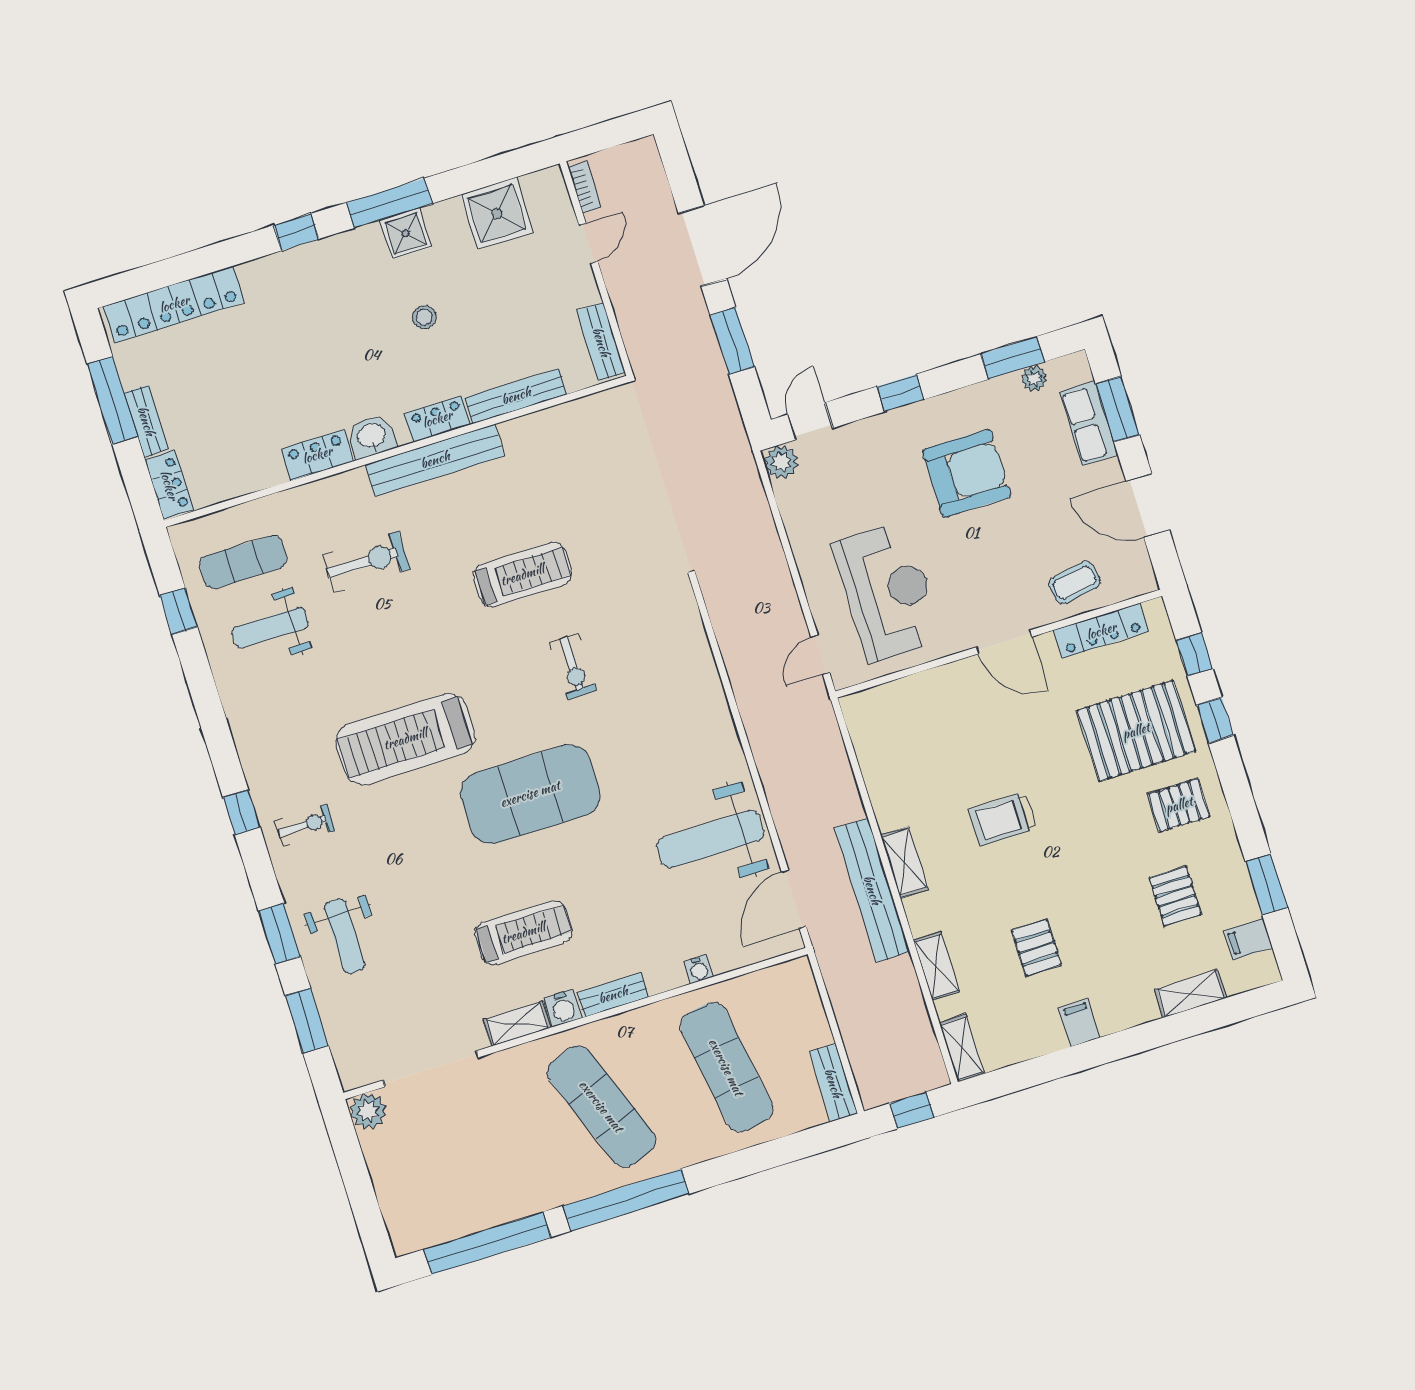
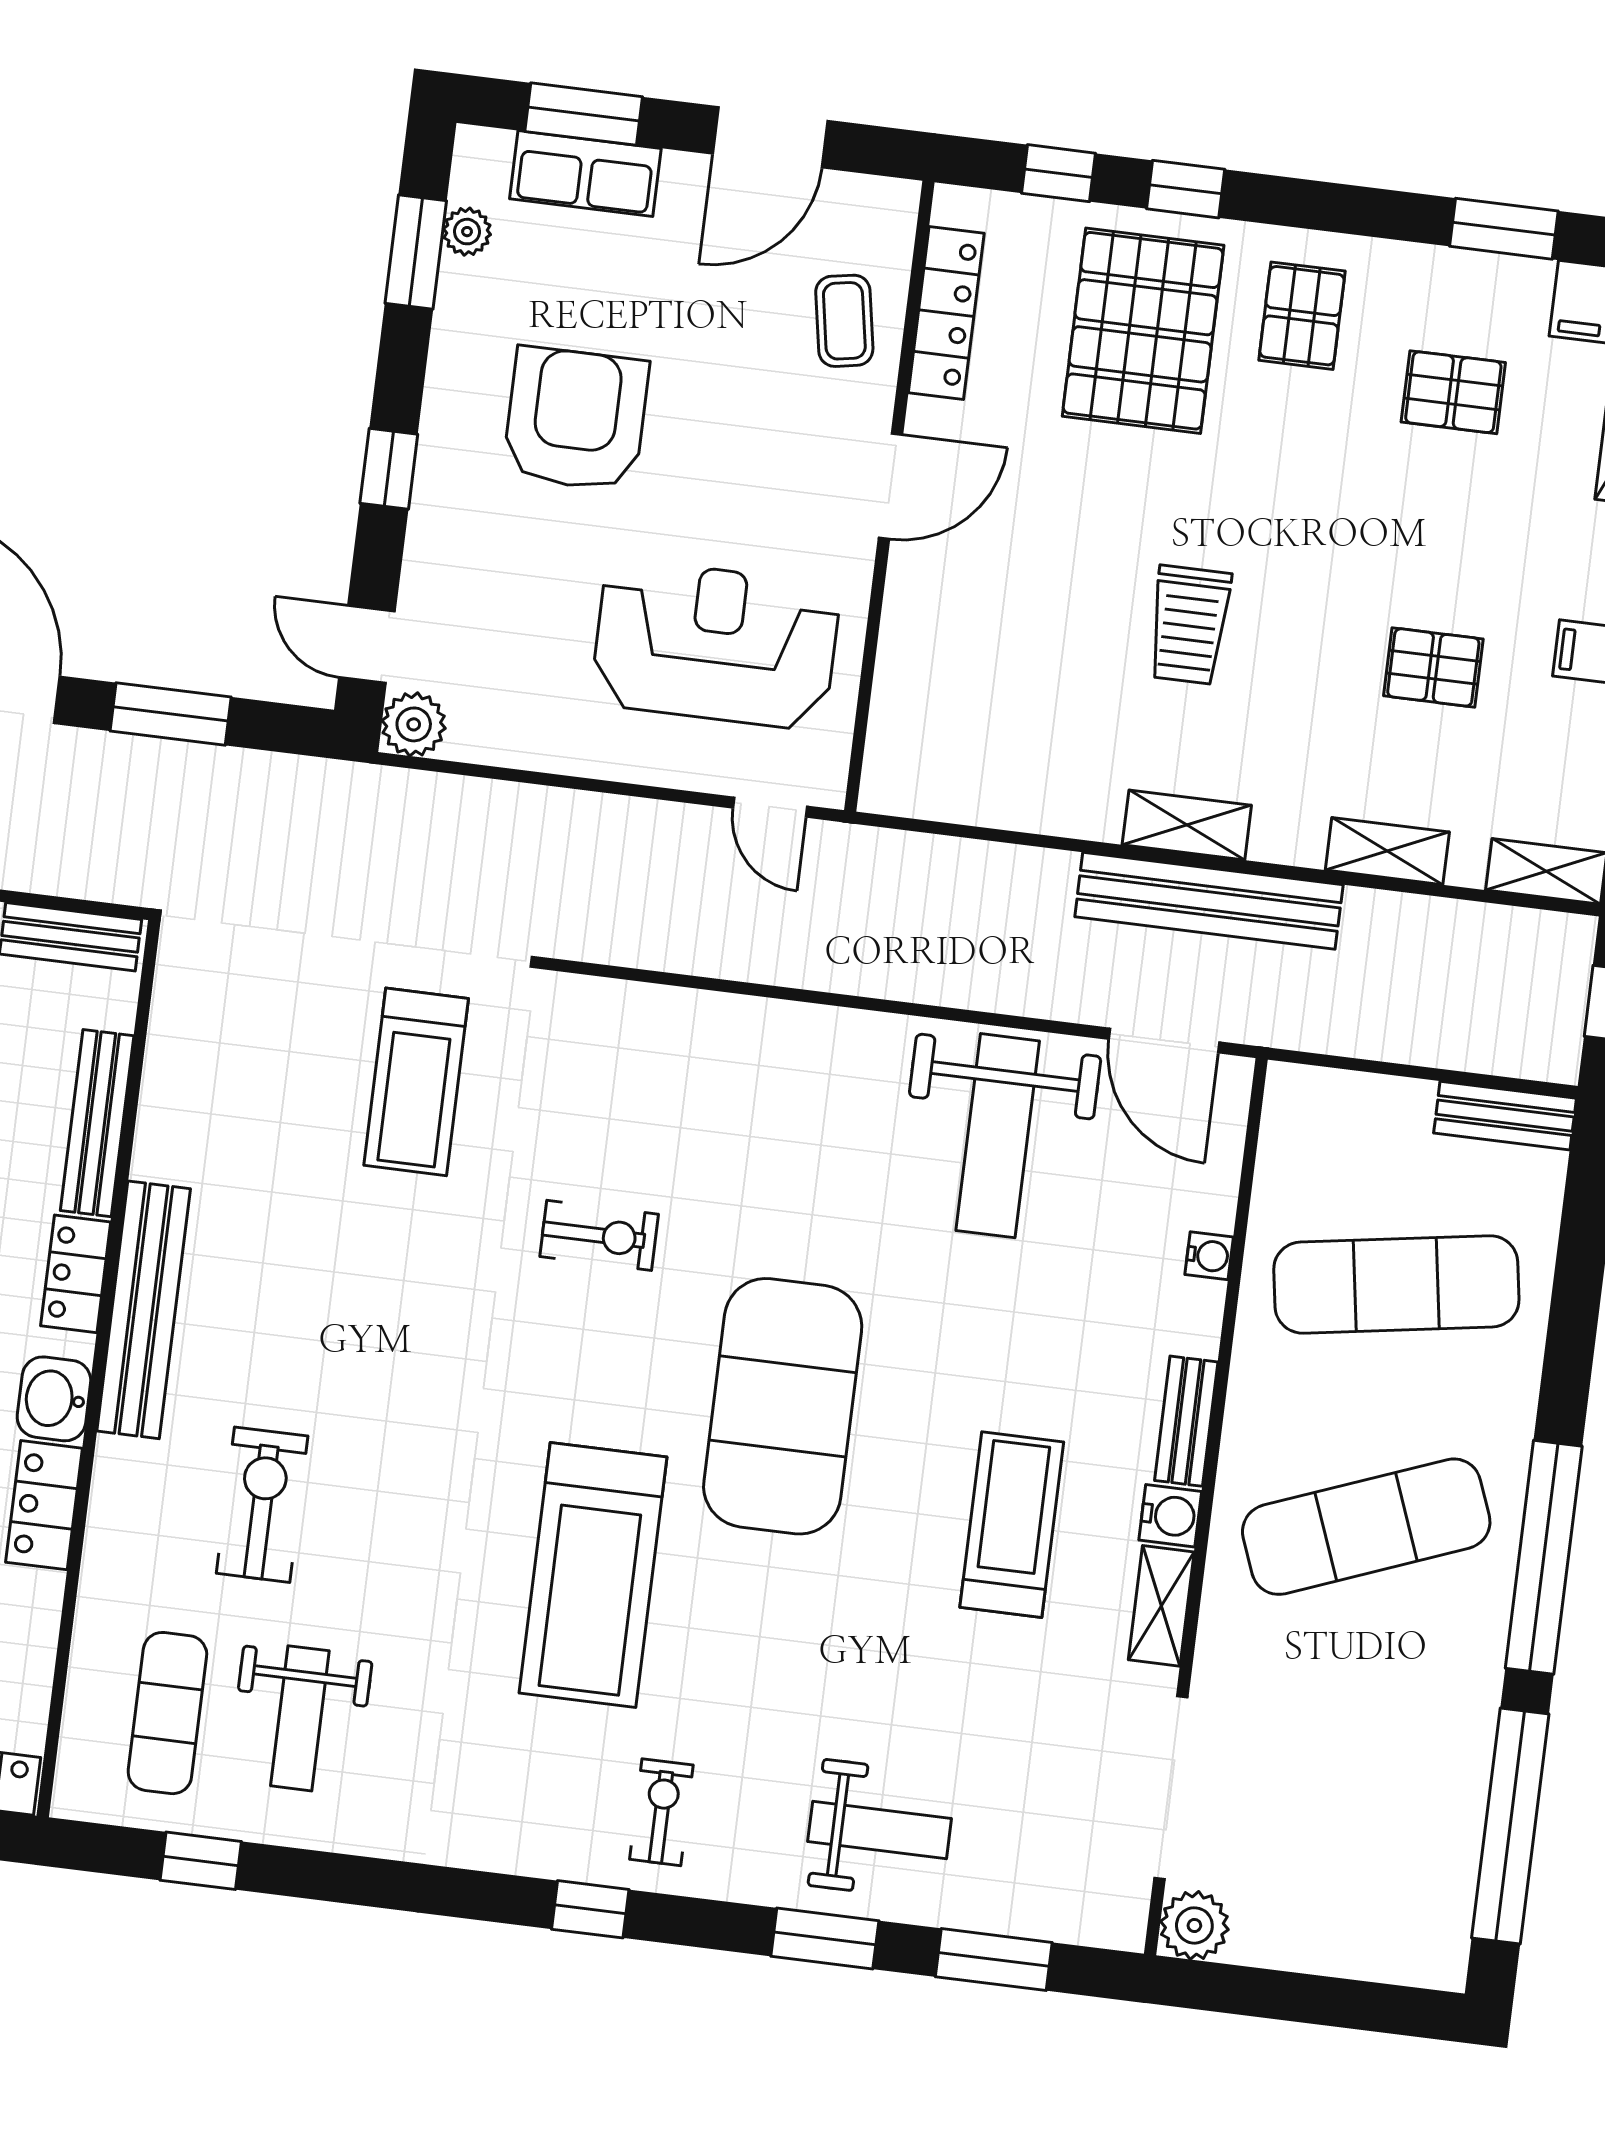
treadmill: (522, 575) -> (416, 1082), moved, turned 180

